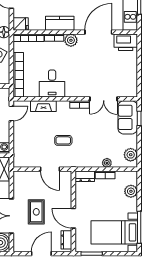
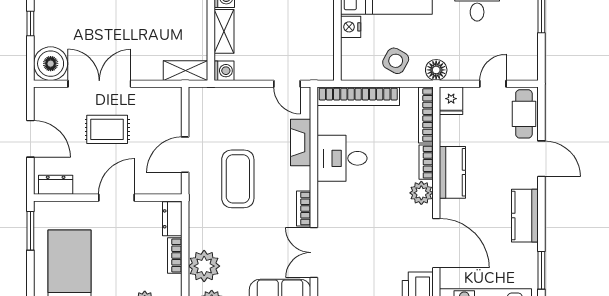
coffee table: (63, 140) -> (238, 179), width x1.86, depth x1.72
plant: (107, 163) -> (204, 266), width x1.88, depth x1.88
door: (73, 218) -> (116, 198), moved

